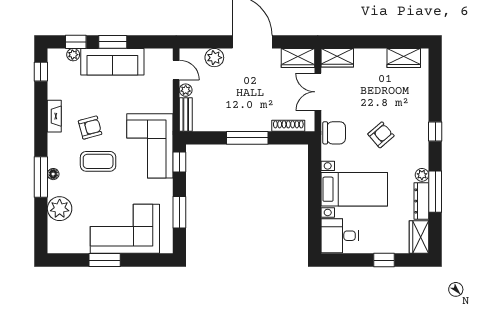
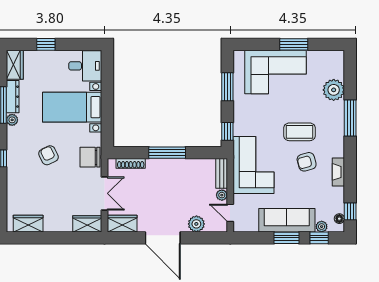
armchair: (381, 135) -> (48, 155), turned 105
corner sofa: (150, 146) -> (254, 165), moved
floor lamp: (53, 174) -> (339, 219), moved

